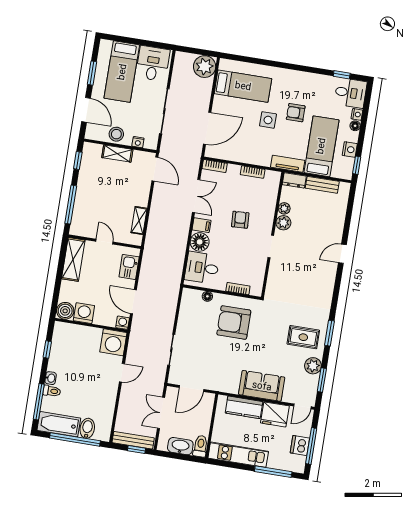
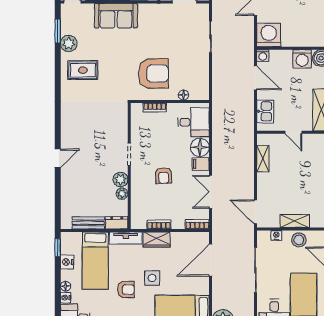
wardrobe: (257, 157) -> (156, 240), added
window: (329, 333) -> (58, 78), removed

